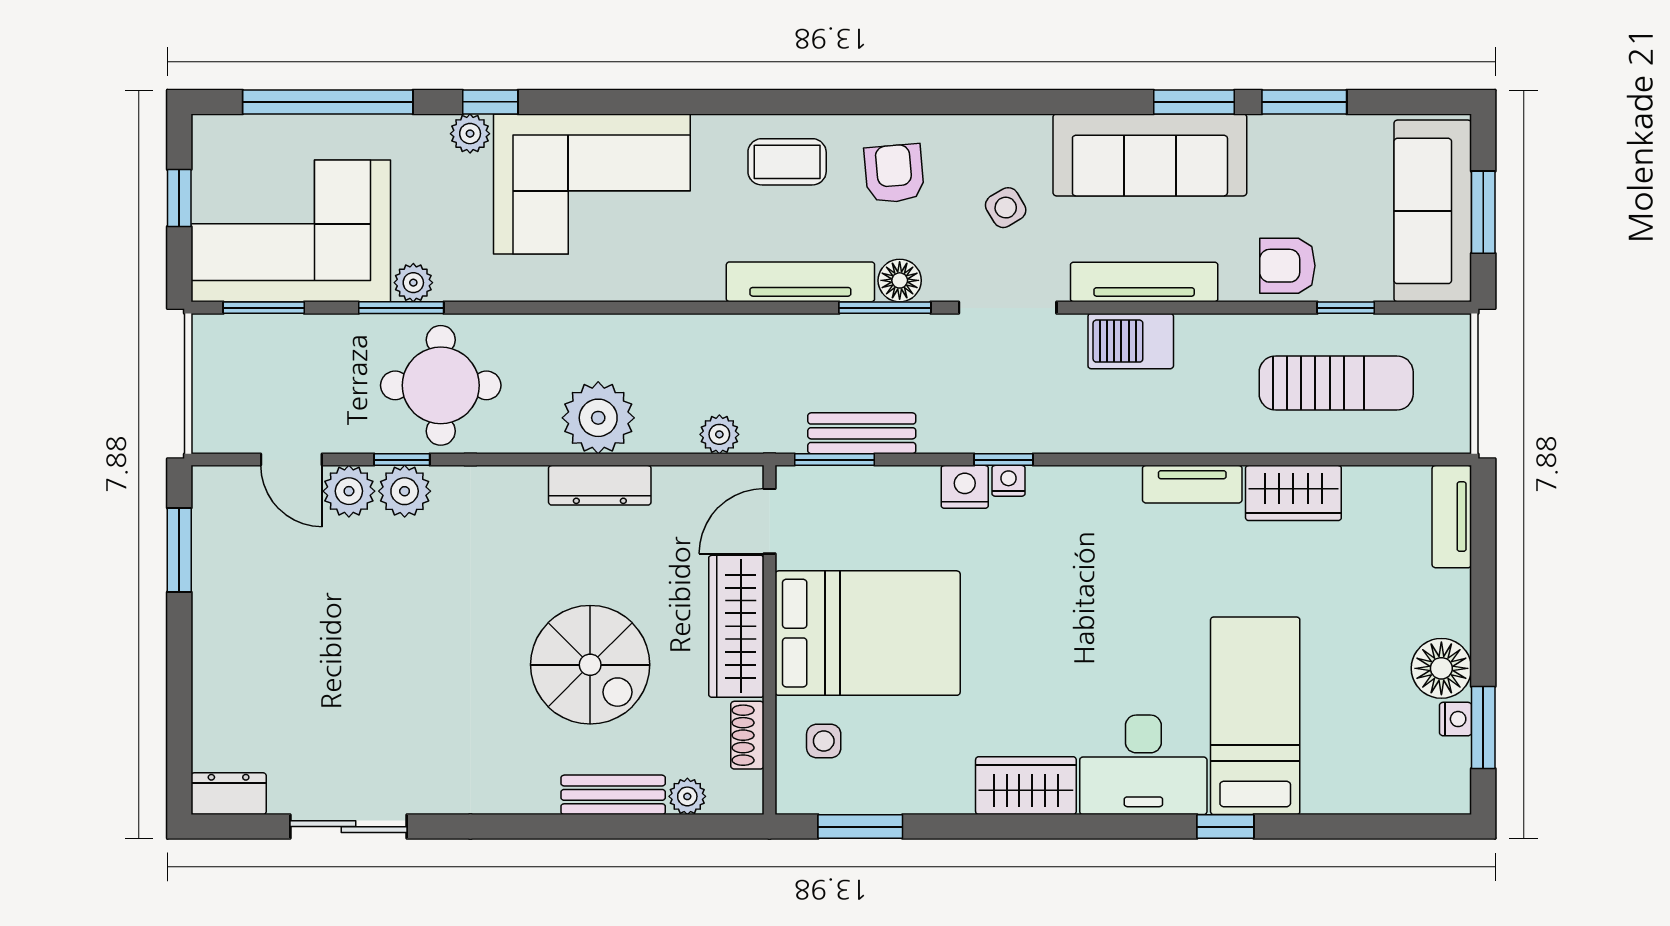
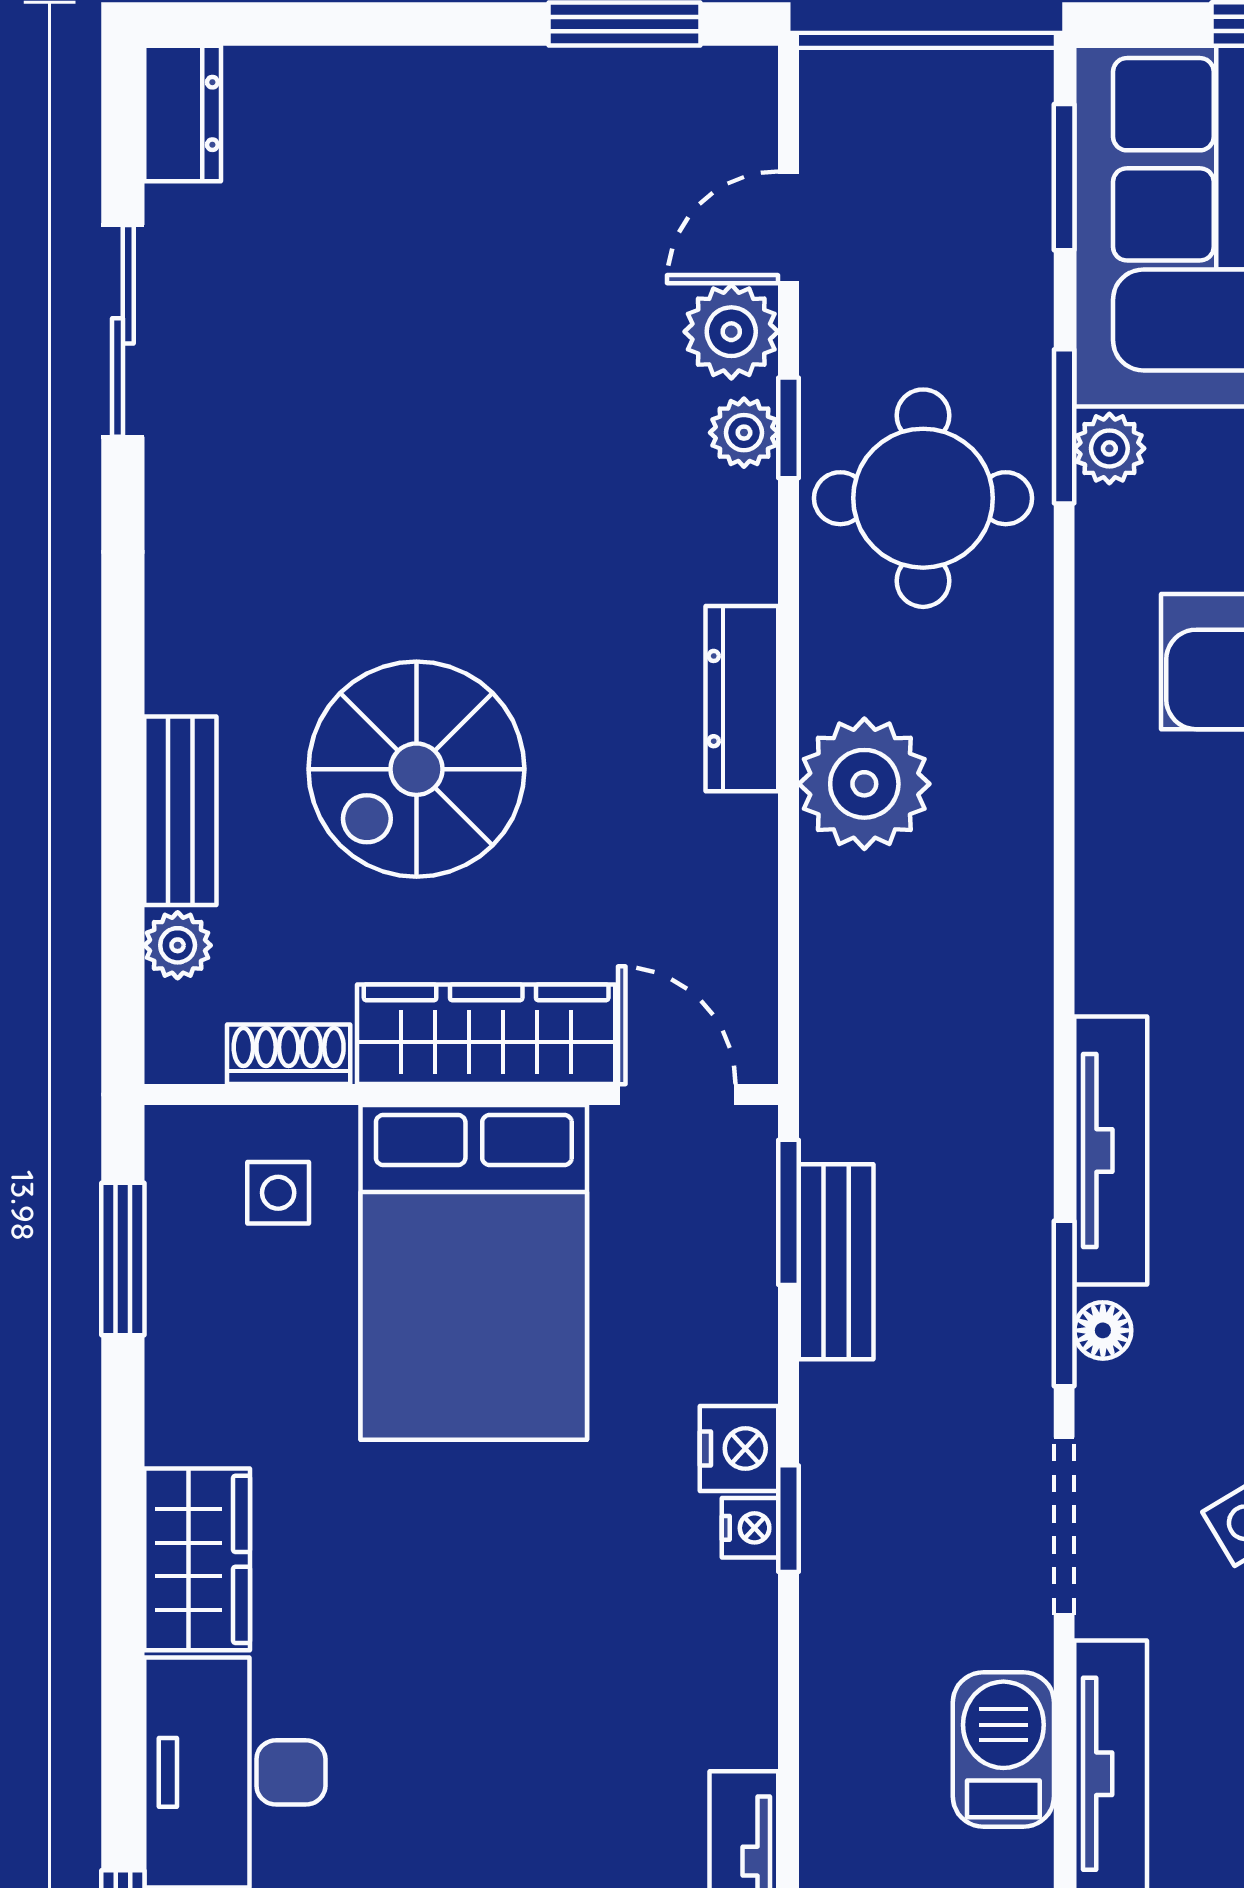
floor lamp: (900, 280) -> (1103, 1330), width x0.73, depth x0.73
plant: (719, 434) -> (834, 1003), removed
dresser: (600, 485) -> (742, 699), moved
plant: (405, 491) -> (744, 433), width x0.73, depth x0.73

